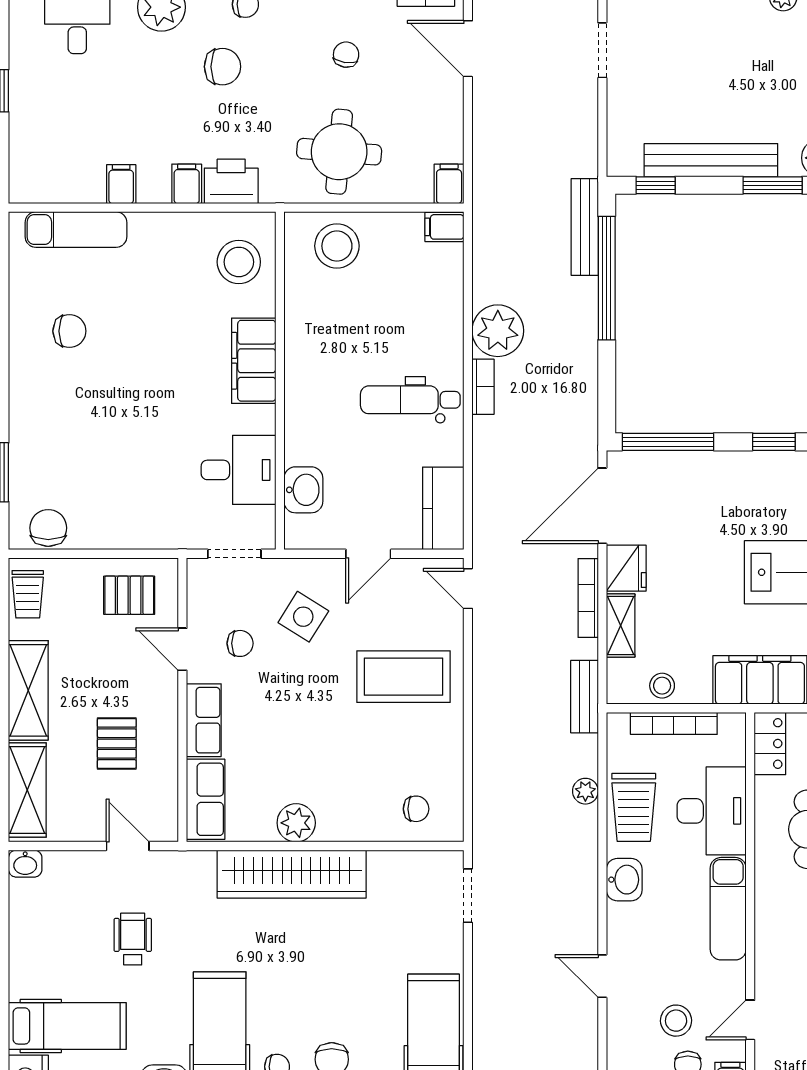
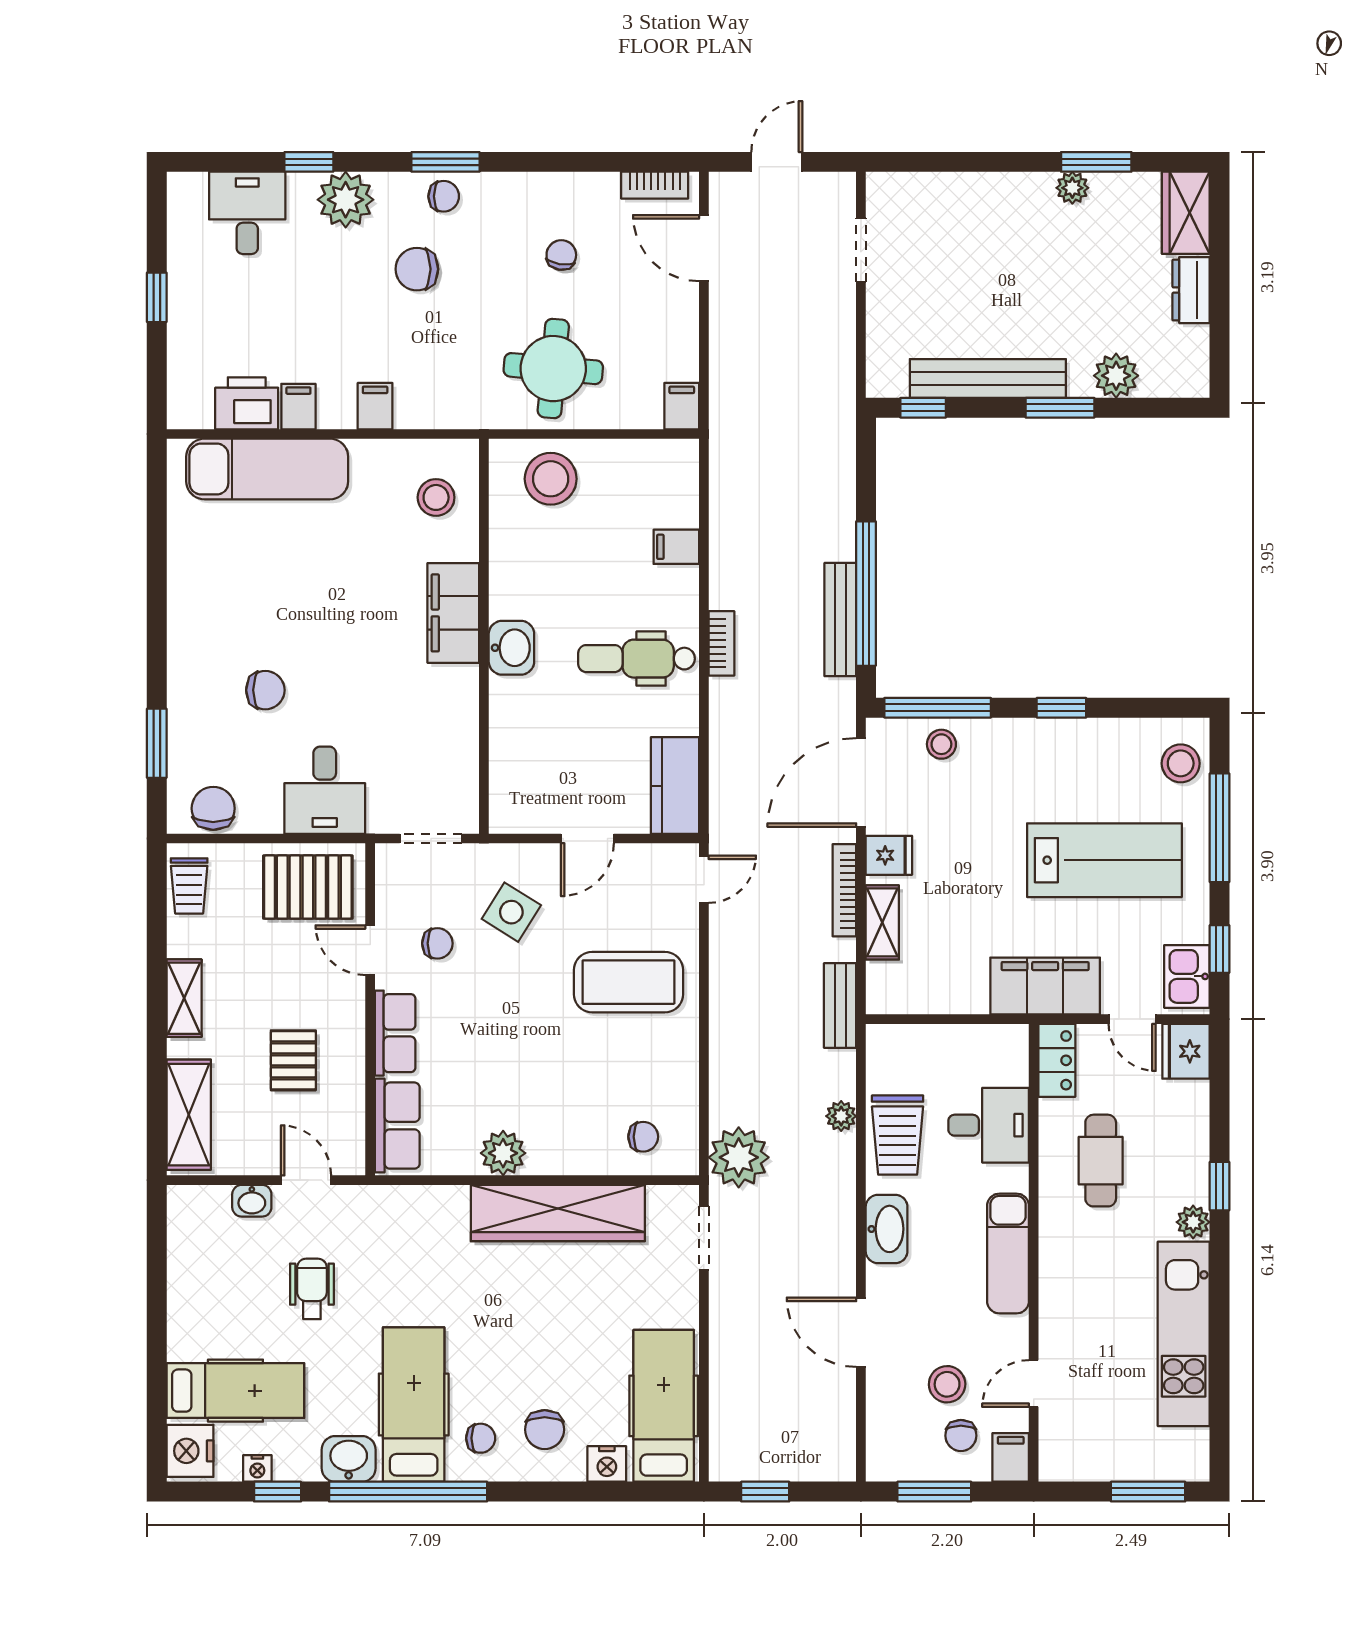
chair: (222, 67) -> (417, 269), turned 180
printer: (231, 181) -> (247, 403), moved
filing cabinet: (444, 227) -> (676, 547), moved
bench: (585, 227) -> (840, 620), moved
exam couch: (76, 230) -> (267, 469), width x1.36, depth x1.45
stool: (239, 262) -> (436, 497), width x0.73, depth x0.73
window: (607, 278) -> (866, 594), moved
chair: (69, 331) -> (265, 690), moved
plant: (498, 331) -> (739, 1157), moved
desk: (238, 470) -> (325, 790), moved, turned 90
washbasin: (303, 490) -> (511, 648), moved
fridge: (626, 568) -> (889, 855), width x0.72
door: (468, 589) -> (704, 879), swing flipped
pallet: (129, 595) -> (308, 887), width x1.50, depth x1.42
stool: (662, 686) -> (941, 744), moved
shelving: (28, 690) -> (184, 998), width x0.67, depth x0.75
bookcase: (674, 723) -> (944, 1037), removed
desk: (712, 811) -> (989, 1125), width x0.73
washbasin: (25, 864) -> (252, 1201), moved
wardrobe: (292, 874) -> (558, 1213), moved
washbasin: (624, 880) -> (887, 1229), width x1.38
door: (602, 976) -> (861, 1332), width x1.38

